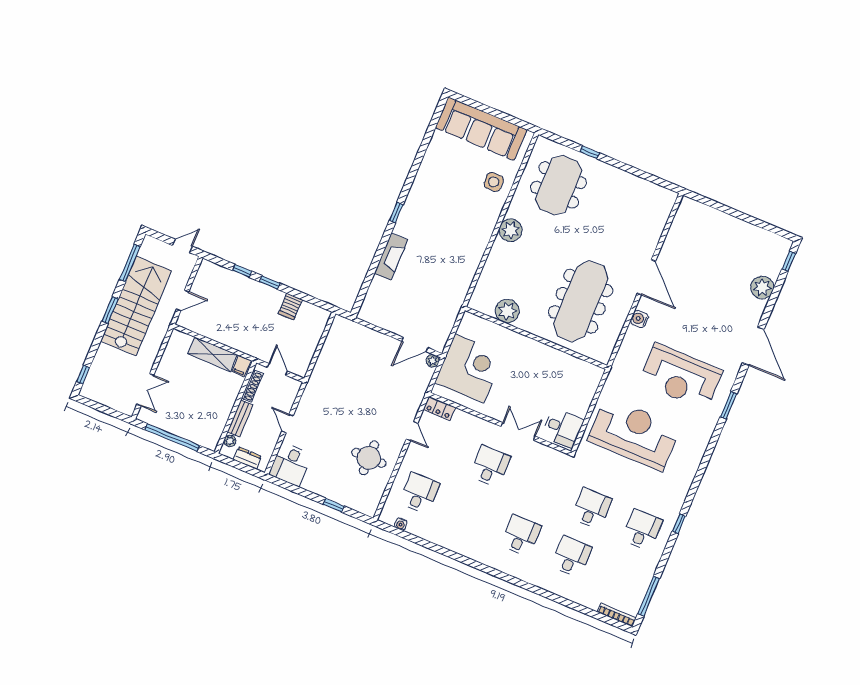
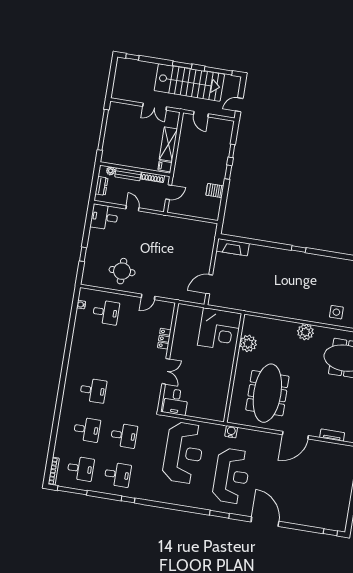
tv unit: (658, 227) -> (332, 435), added
door: (182, 246) -> (239, 105), swing flipped
fireplace: (391, 257) -> (233, 247), moved
plant: (762, 287) -> (308, 518), removed
meeting table: (581, 301) -> (267, 393), turned 90
water cooler: (639, 319) -> (231, 432), moved
door: (415, 344) -> (209, 284), hinge flipped
door: (753, 346) -> (265, 522), swing flipped
plant: (433, 361) -> (201, 299), removed
corner desk: (469, 369) -> (220, 329), moved
reception desk: (681, 377) -> (231, 476), turned 180
double door: (145, 390) -> (155, 107), moved
locker: (439, 408) -> (164, 339), moved
door: (288, 424) -> (132, 208), hinge flipped
desk: (490, 466) -> (81, 469), moved

